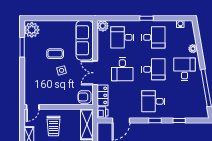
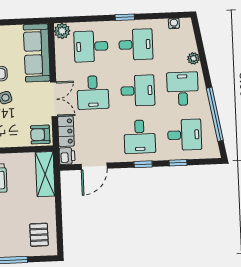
double door: (95, 73) -> (54, 99), swing flipped
desk: (153, 101) -> (140, 137), turned -90
desk: (185, 101) -> (185, 135), added

